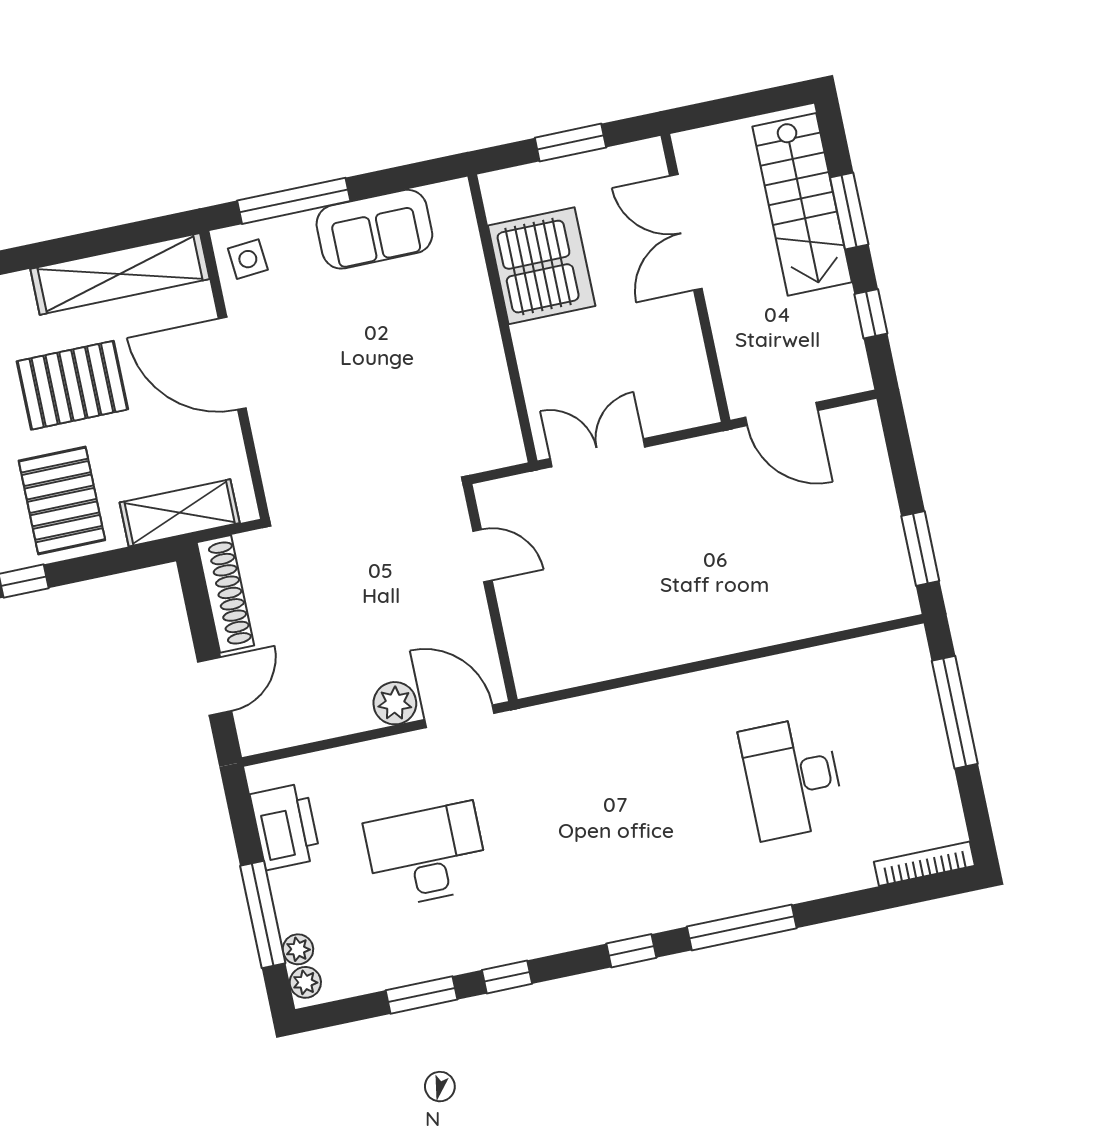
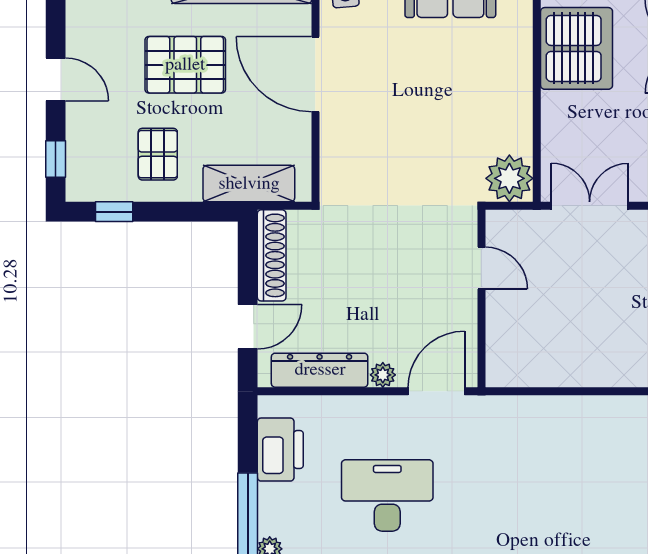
plant: (493, 440) -> (509, 178), added
pallet: (62, 500) -> (158, 154), width x0.67, depth x0.71
plant: (395, 703) -> (383, 375), width x0.73, depth x0.73
door: (459, 716) -> (436, 391), hinge flipped
dresser: (313, 721) -> (320, 370), added

